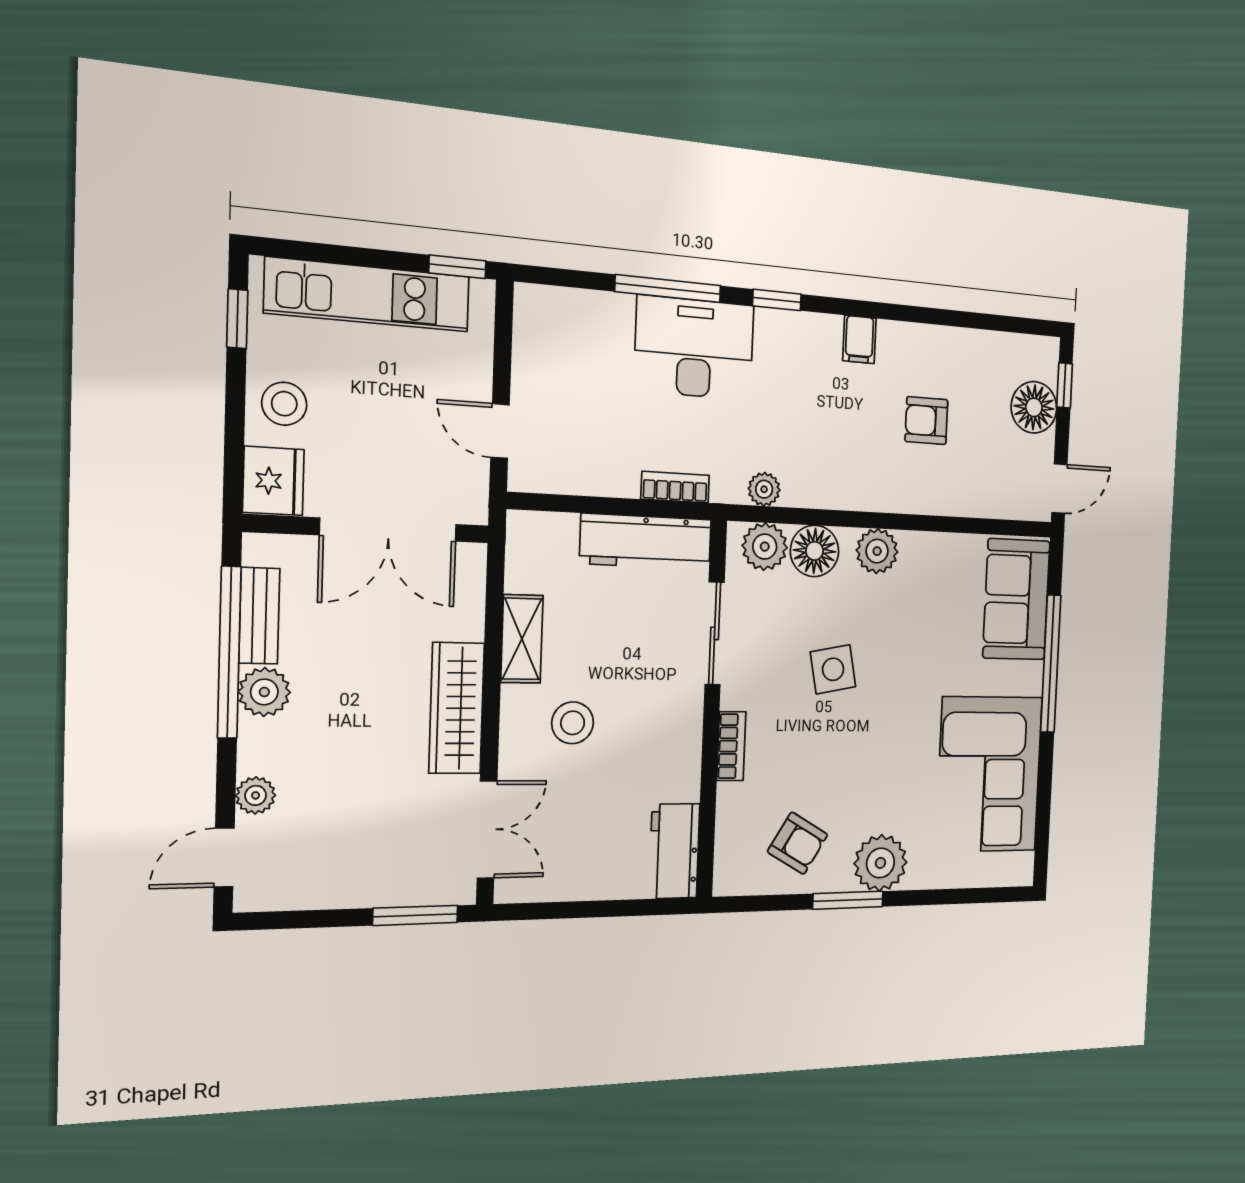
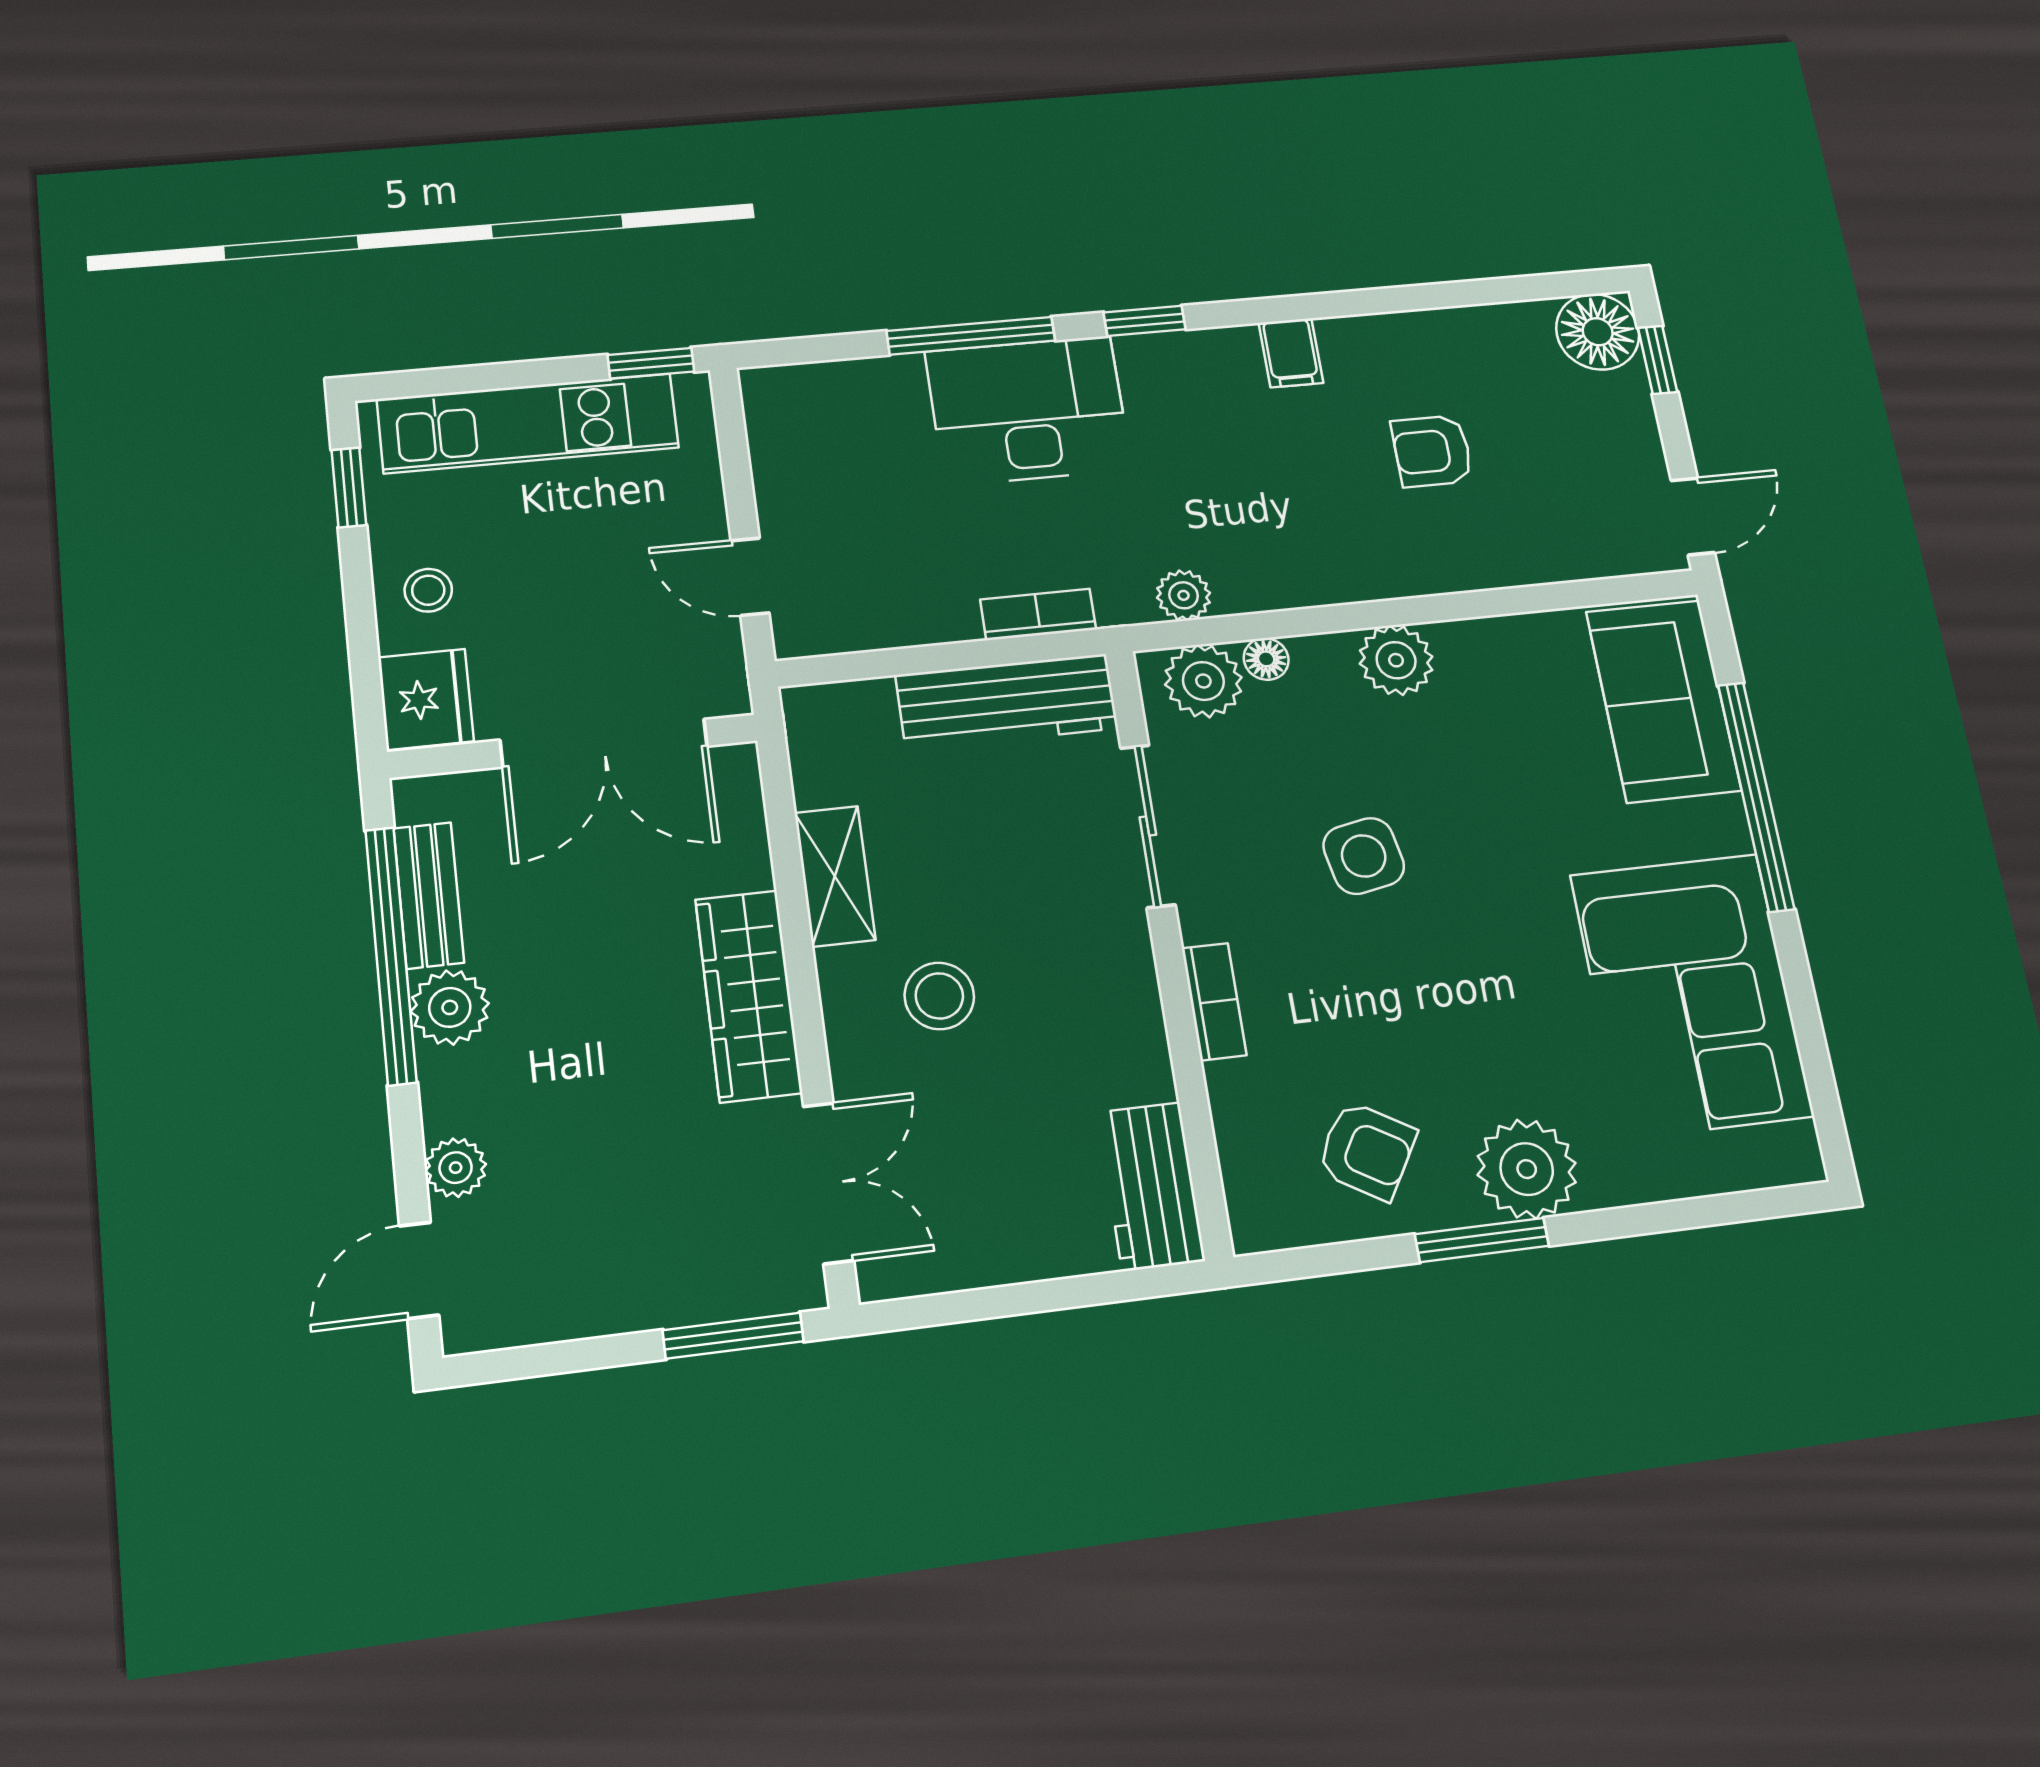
stool: (284, 404) -> (428, 590), width x0.73, depth x0.73
floor lamp: (1034, 407) -> (1598, 332), moved
floor lamp: (815, 551) -> (1266, 659), width x0.53, depth x0.53

